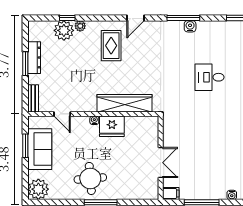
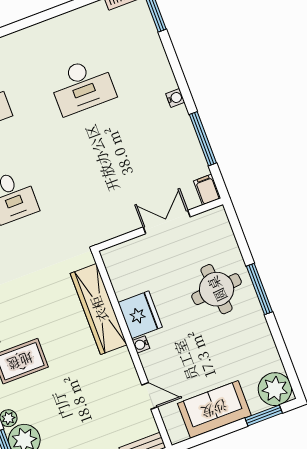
door: (62, 114) -> (150, 396), hinge flipped
window: (25, 146) -> (264, 415), moved
round table: (90, 178) -> (217, 289), moved

